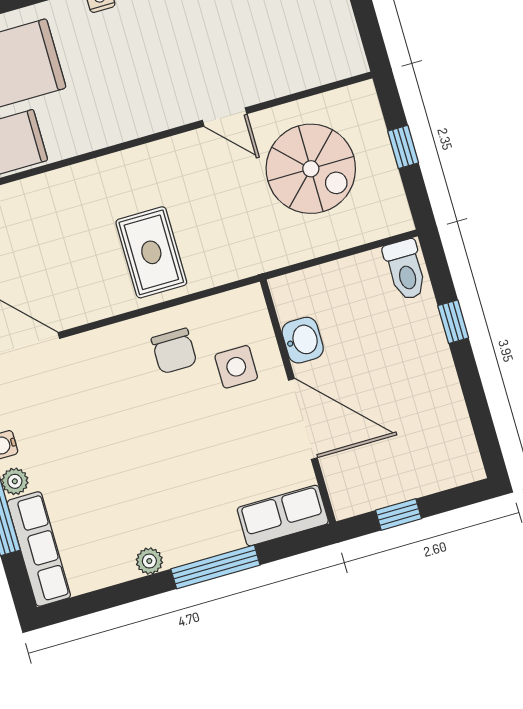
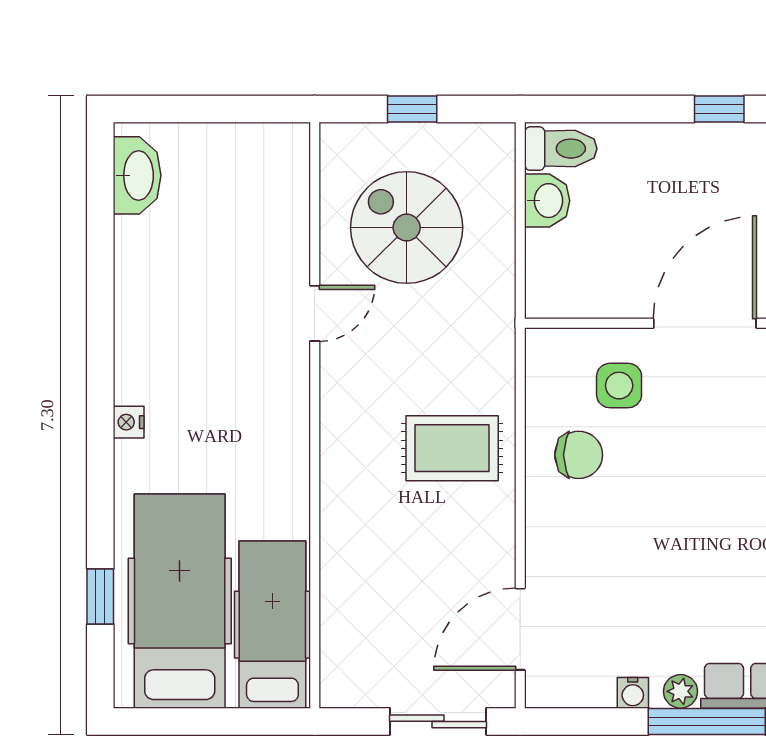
spiral stairs: (311, 169) -> (407, 228), turned -90
window: (453, 322) -> (719, 109), moved
washbasin: (303, 340) -> (547, 201), moved, turned 90

